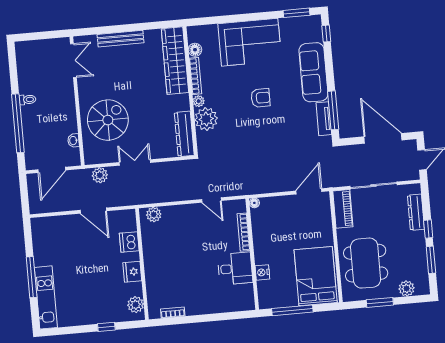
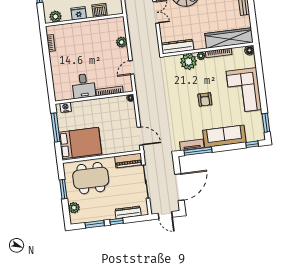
floor lamp: (195, 50) -> (249, 50), moved
plant: (154, 215) -> (122, 42), moved
nightstand: (262, 272) -> (66, 107), moved

